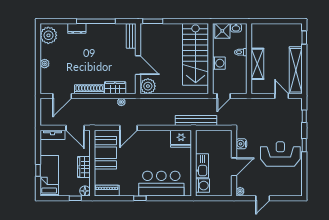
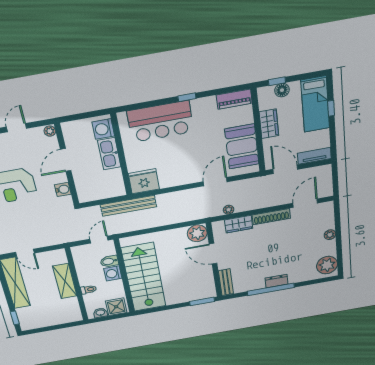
dresser: (77, 28) -> (276, 281), moved
bidet: (219, 75) -> (109, 261), added
floor lamp: (85, 191) -> (282, 90), moved

